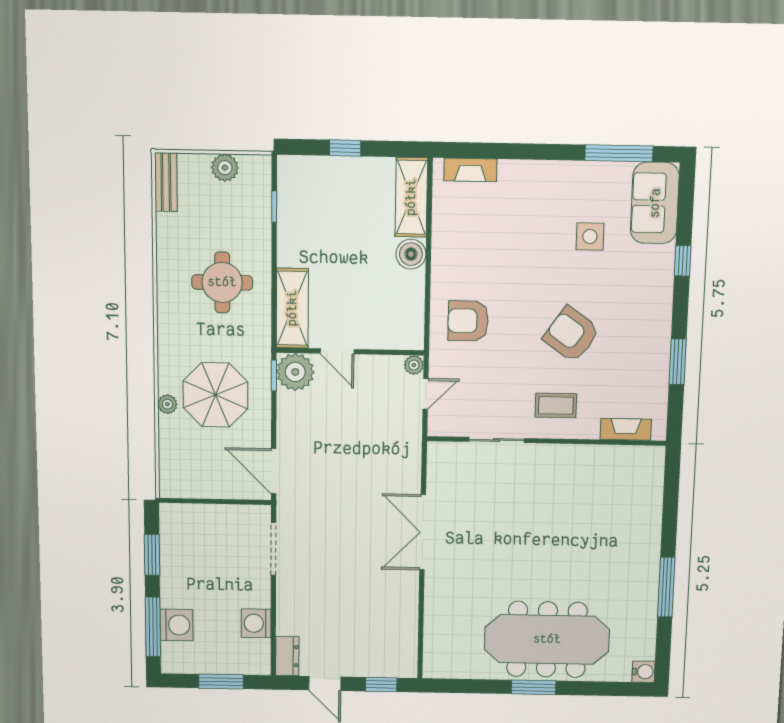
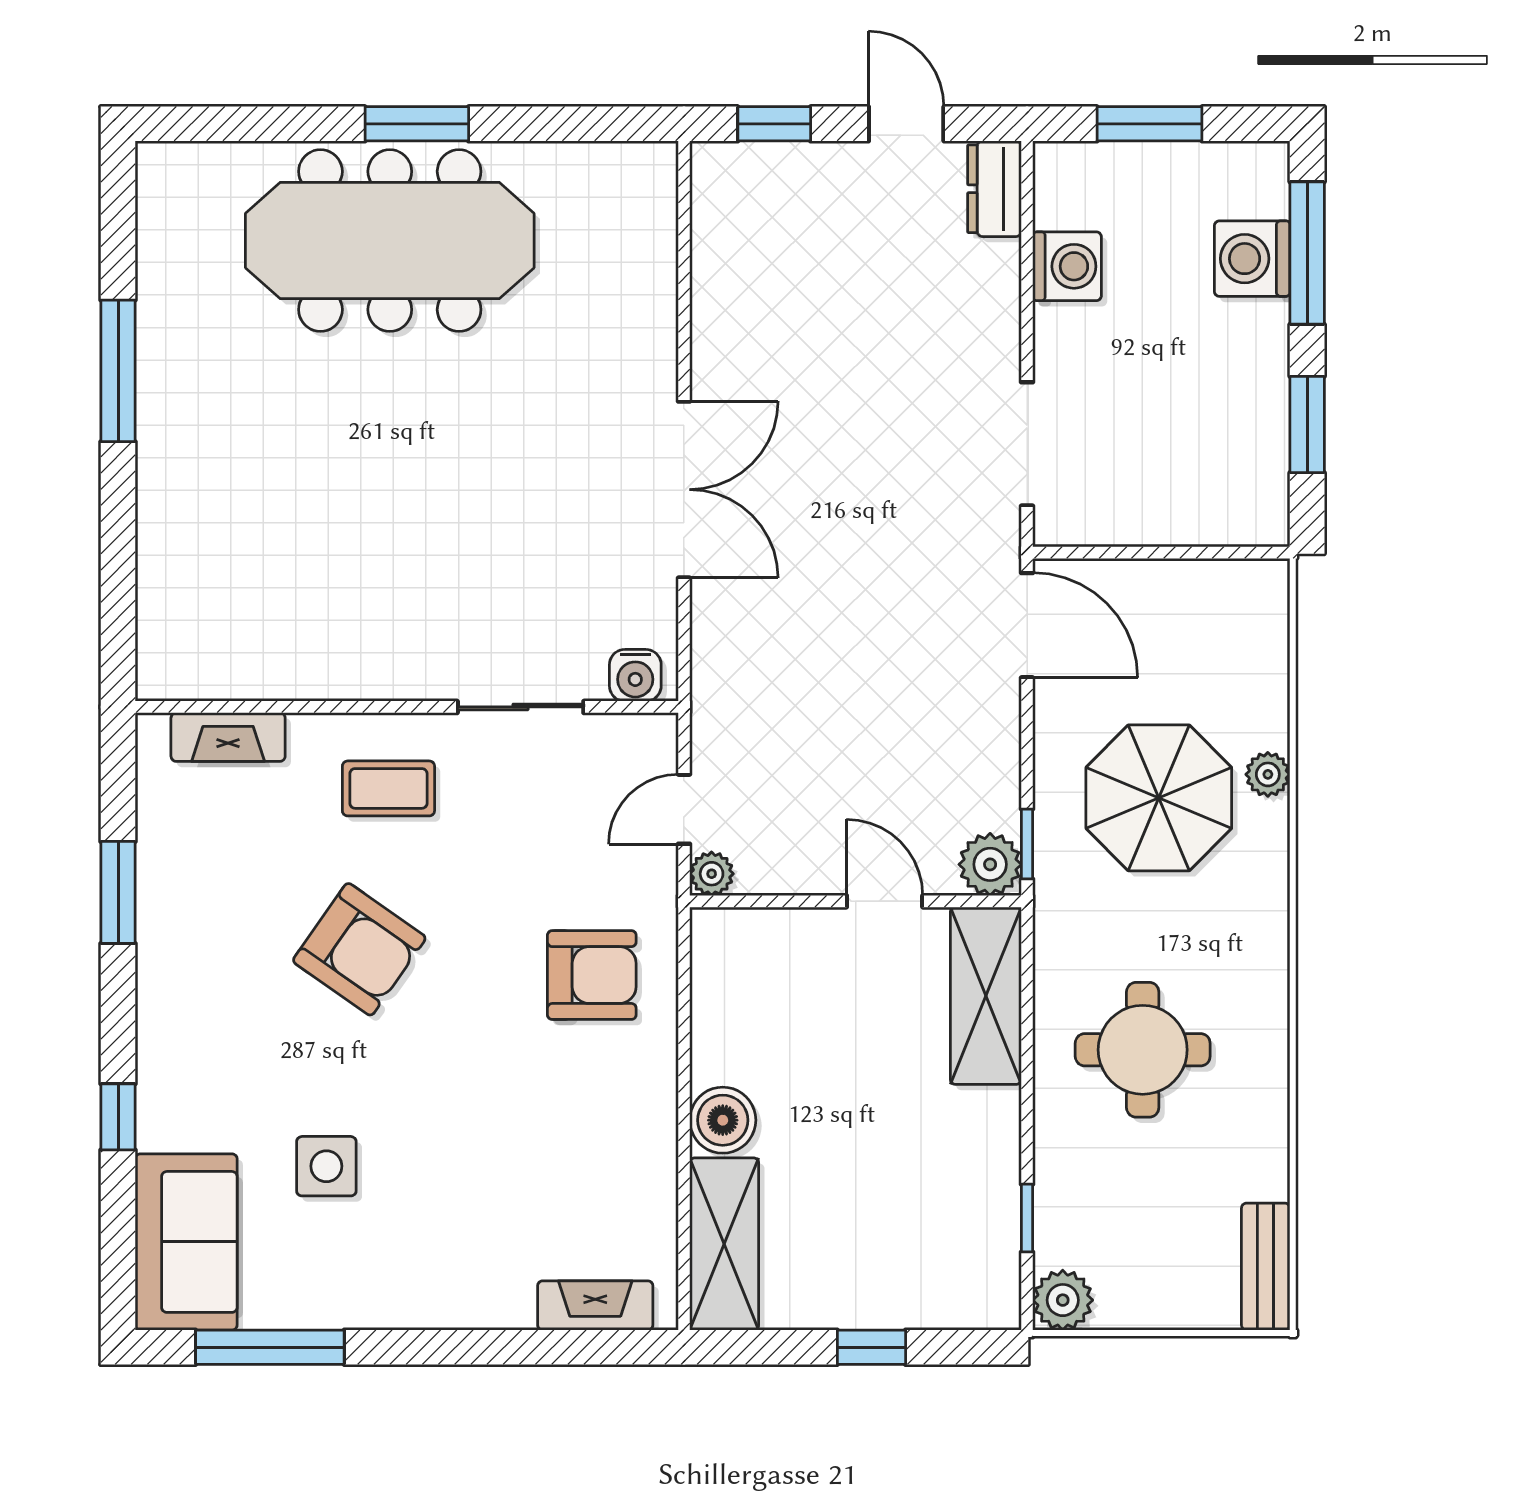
plant: (225, 168) -> (1063, 1300), moved
plant: (295, 372) -> (990, 864), width x0.73, depth x0.73
water cooler: (644, 672) -> (635, 675), moved, turned -90

